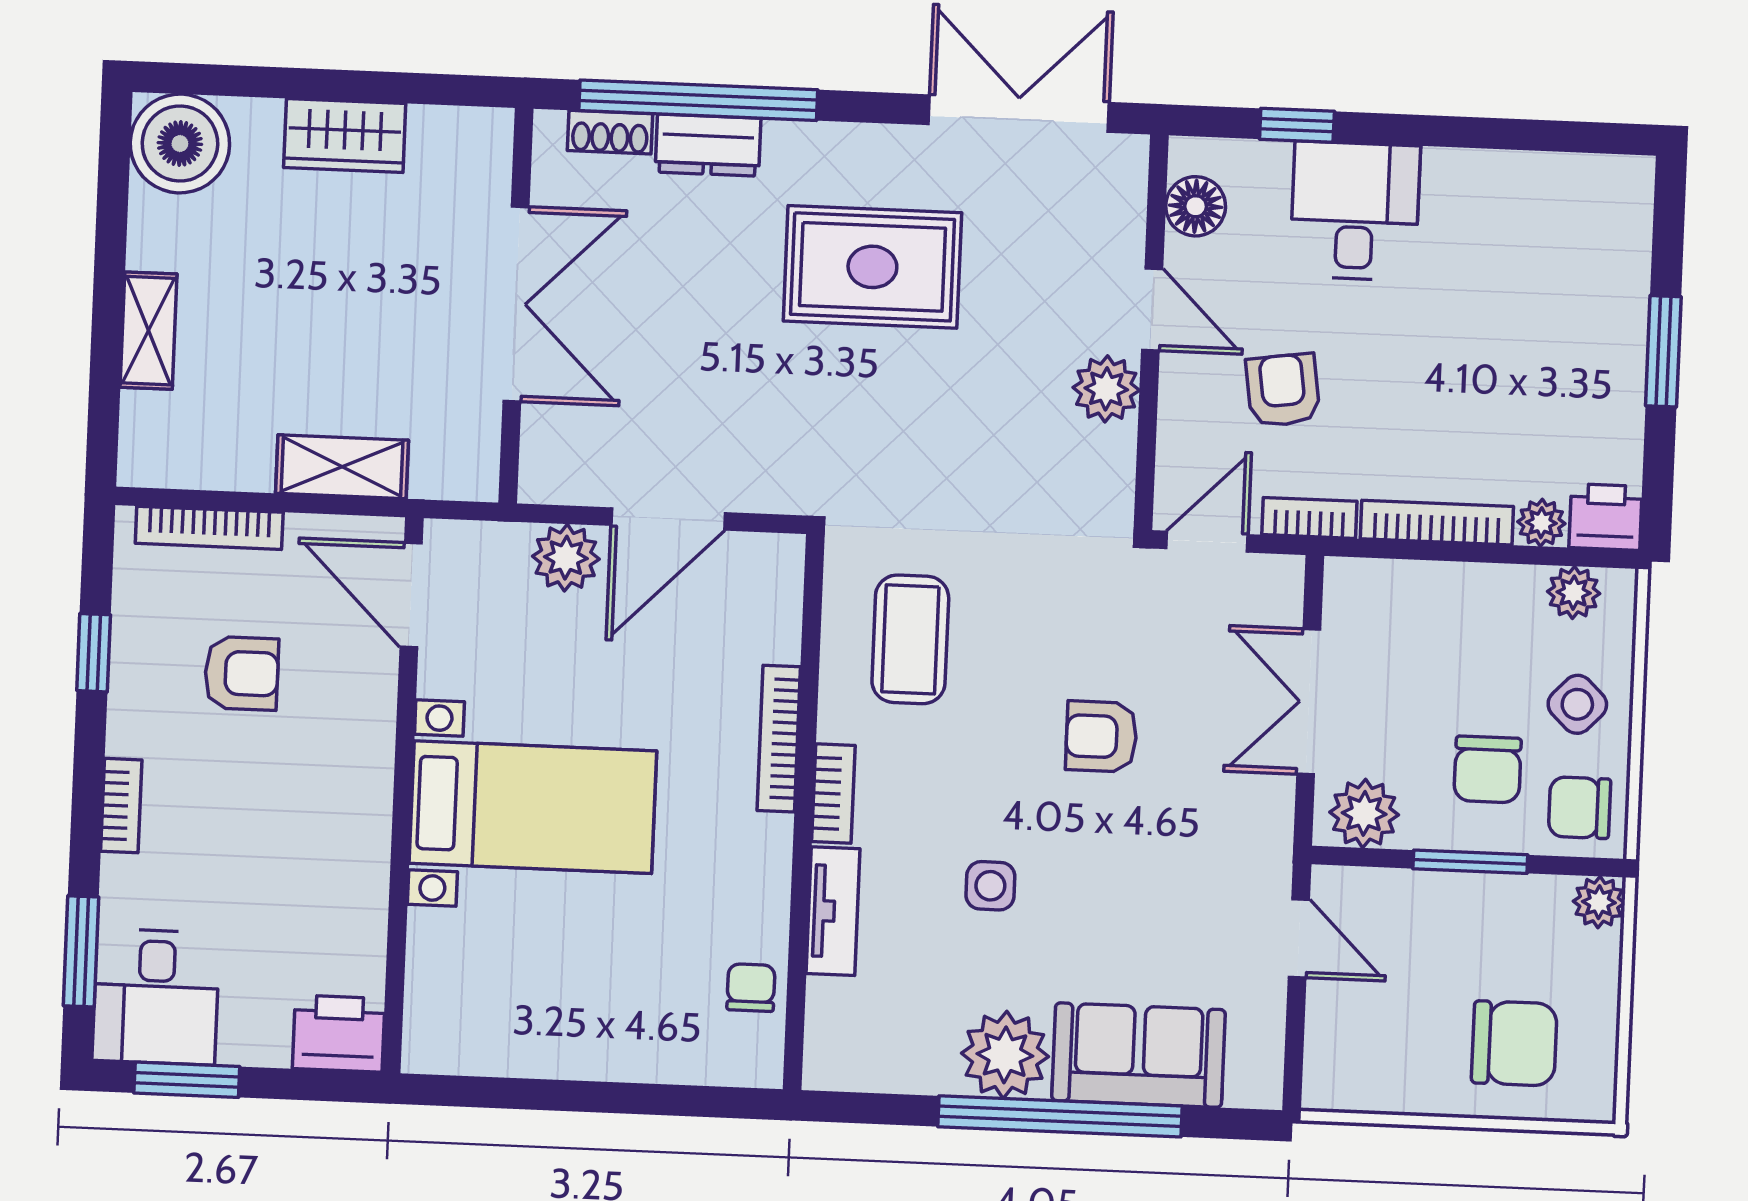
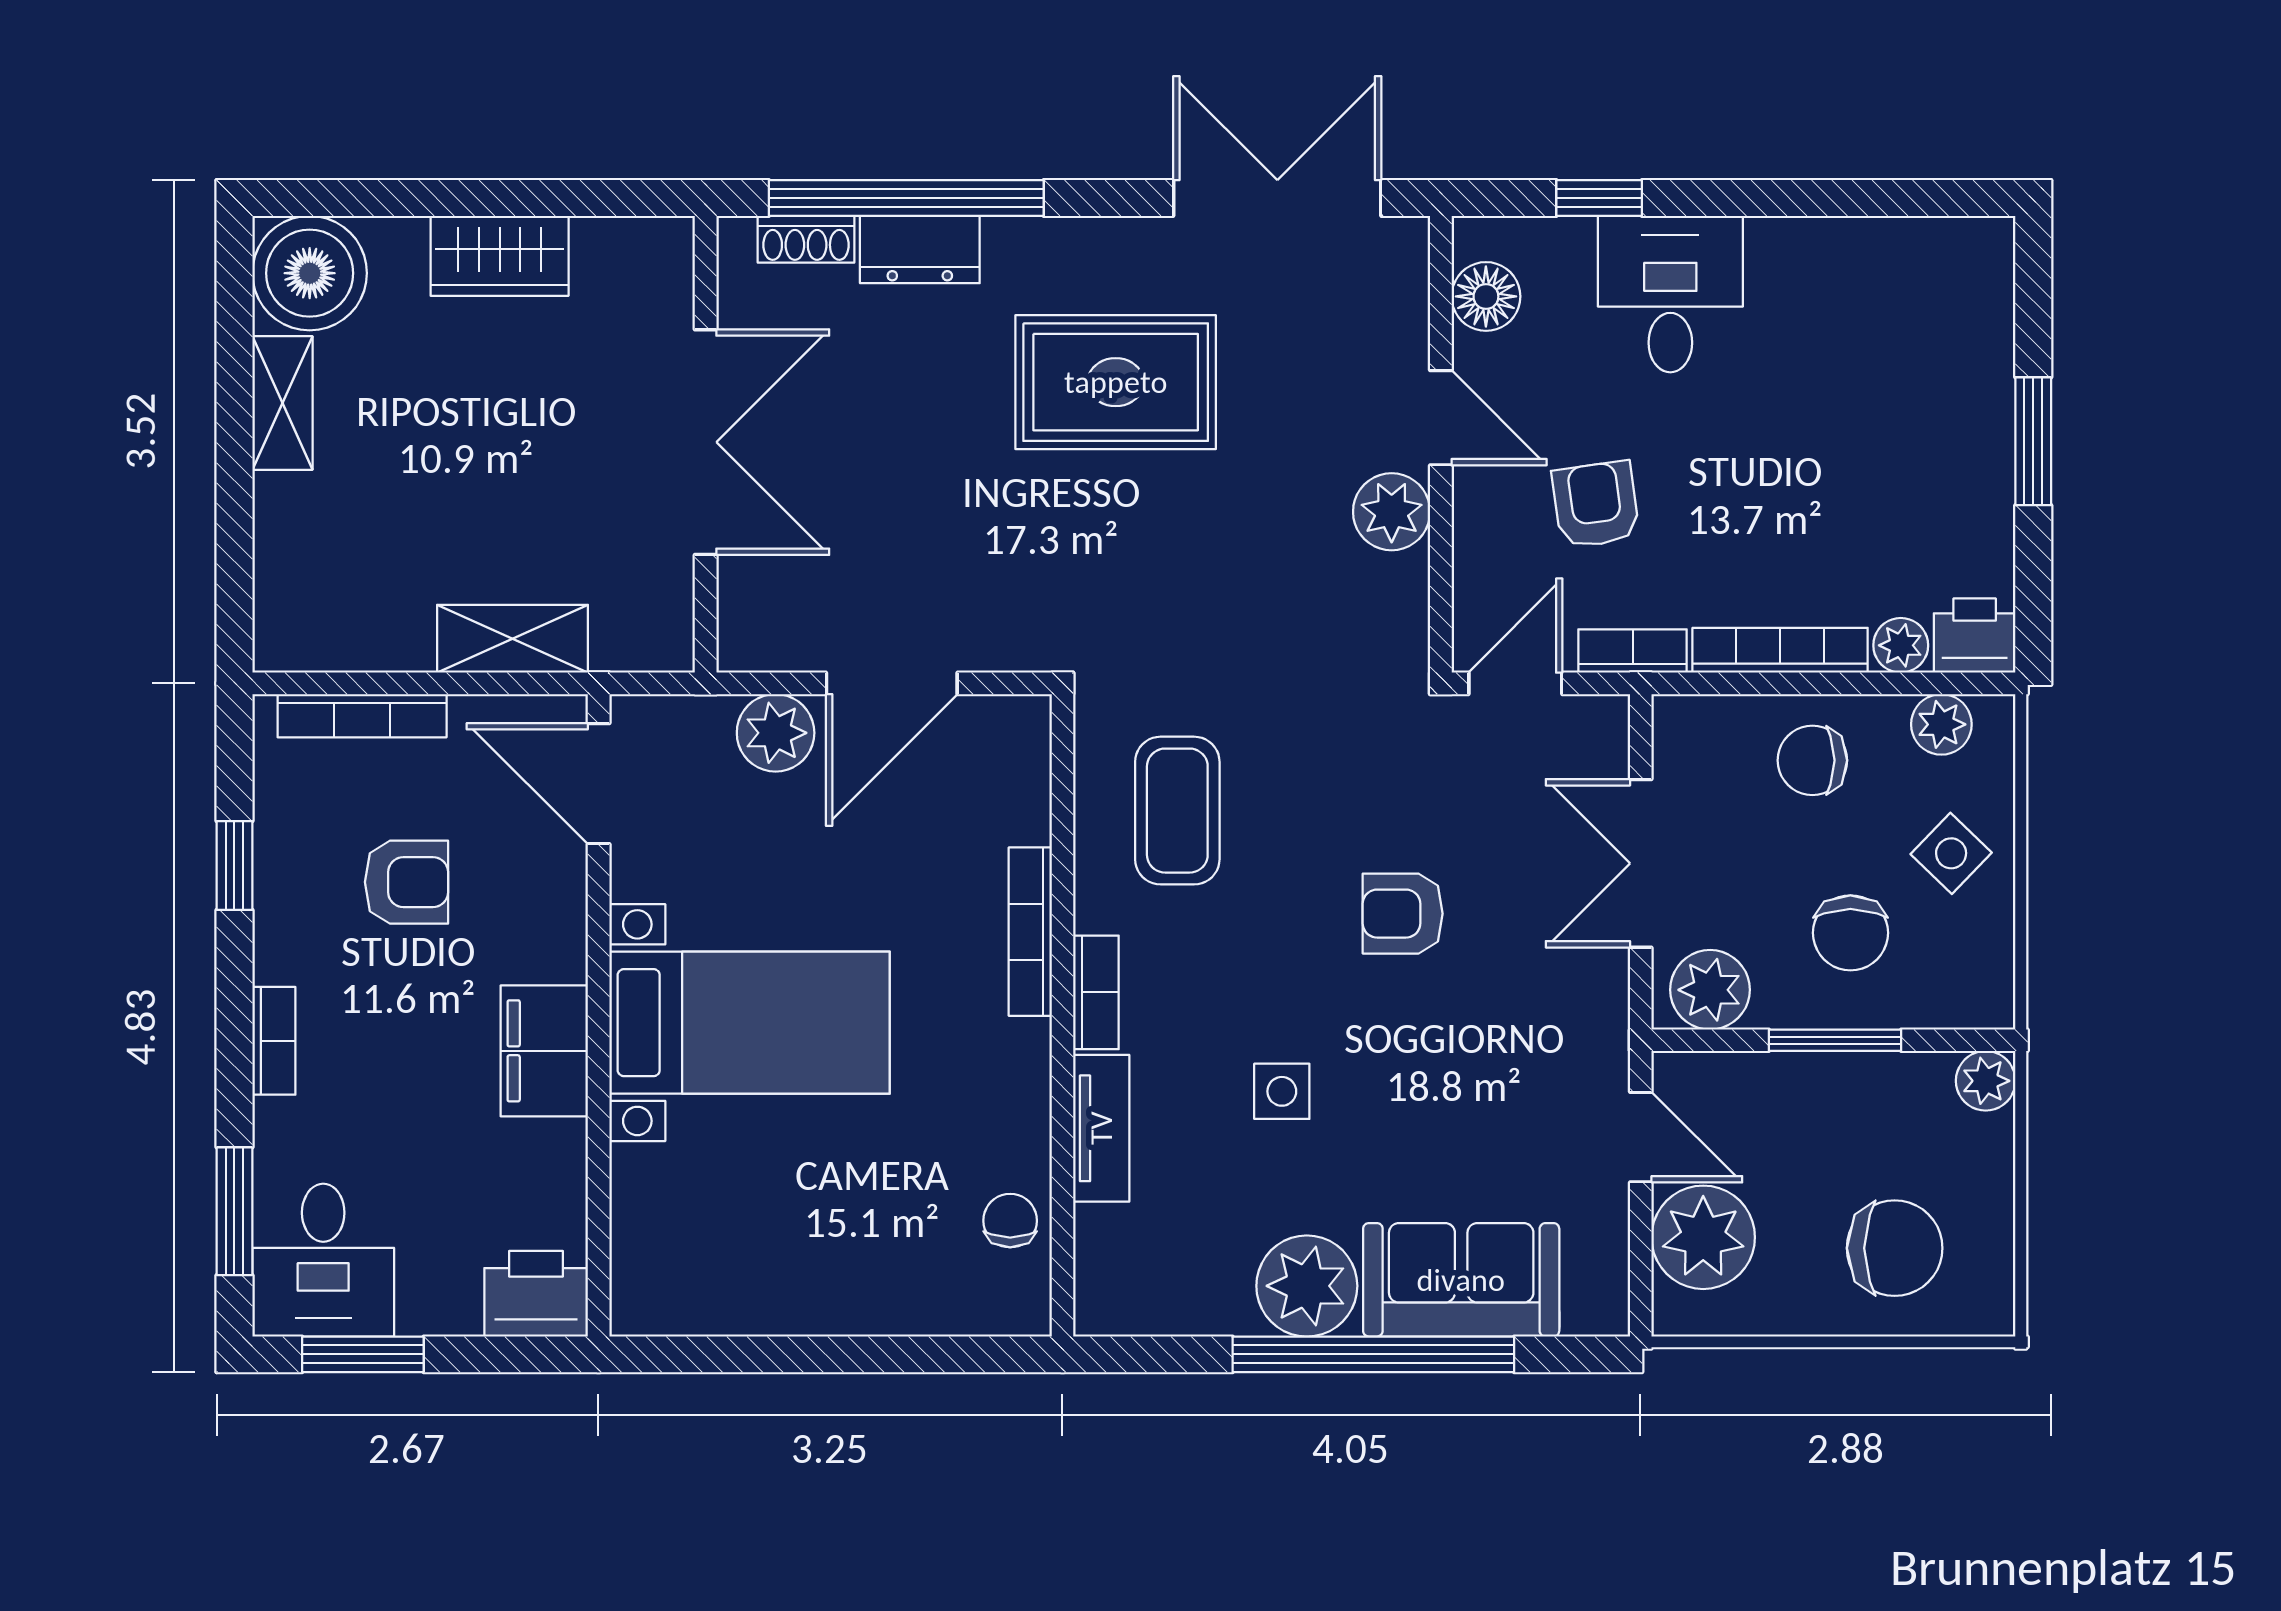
shelving: (149, 331) -> (282, 403), moved
chair: (1580, 808) -> (1812, 760), moved
filing cabinet: (354, 824) -> (544, 1051), added
plant: (1349, 1027) -> (1703, 1237), added

